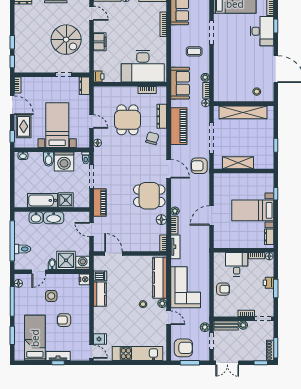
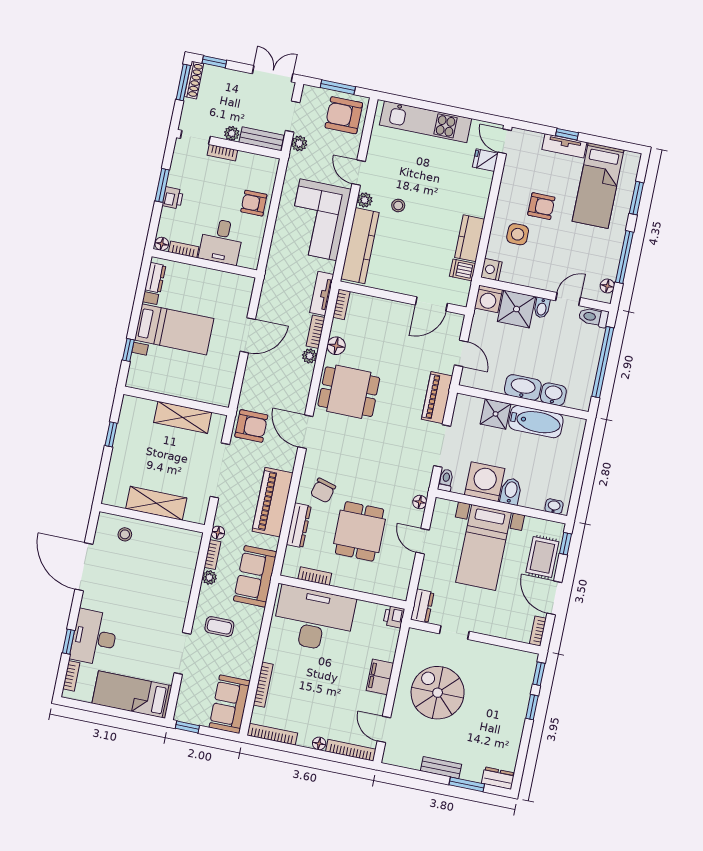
shelving: (243, 112) -> (156, 503), width x0.68
toilet: (23, 249) -> (594, 317), moved
door: (114, 253) -> (431, 304), hinge flipped
side table: (51, 296) -> (518, 234), moved

